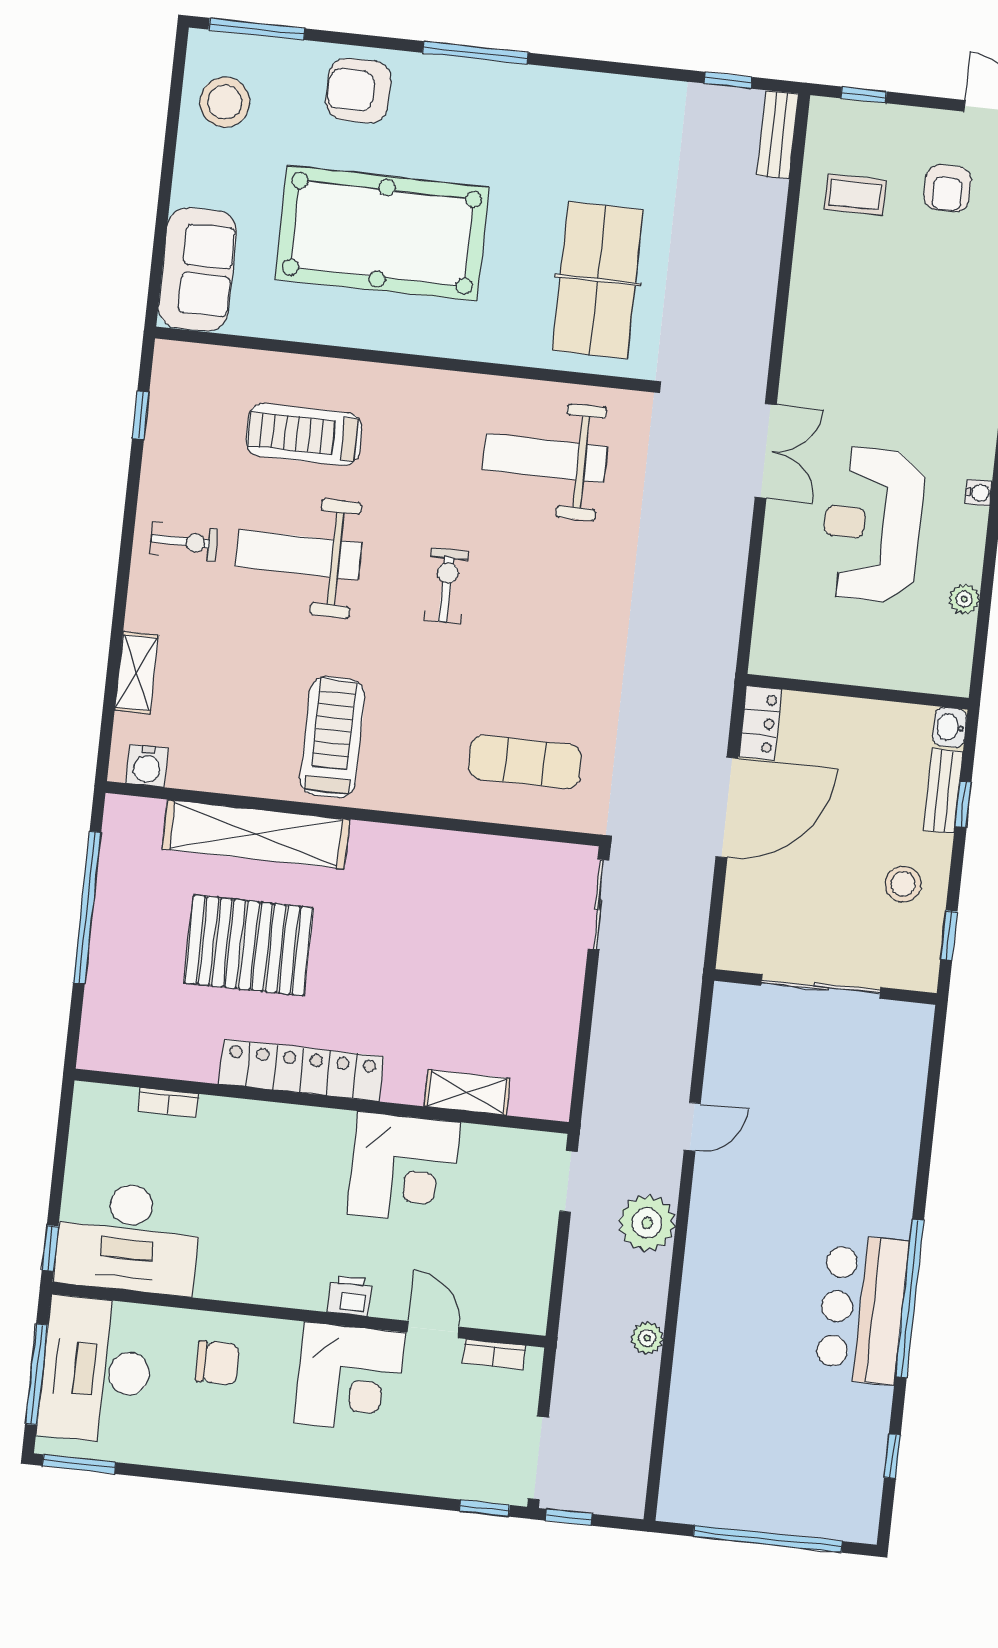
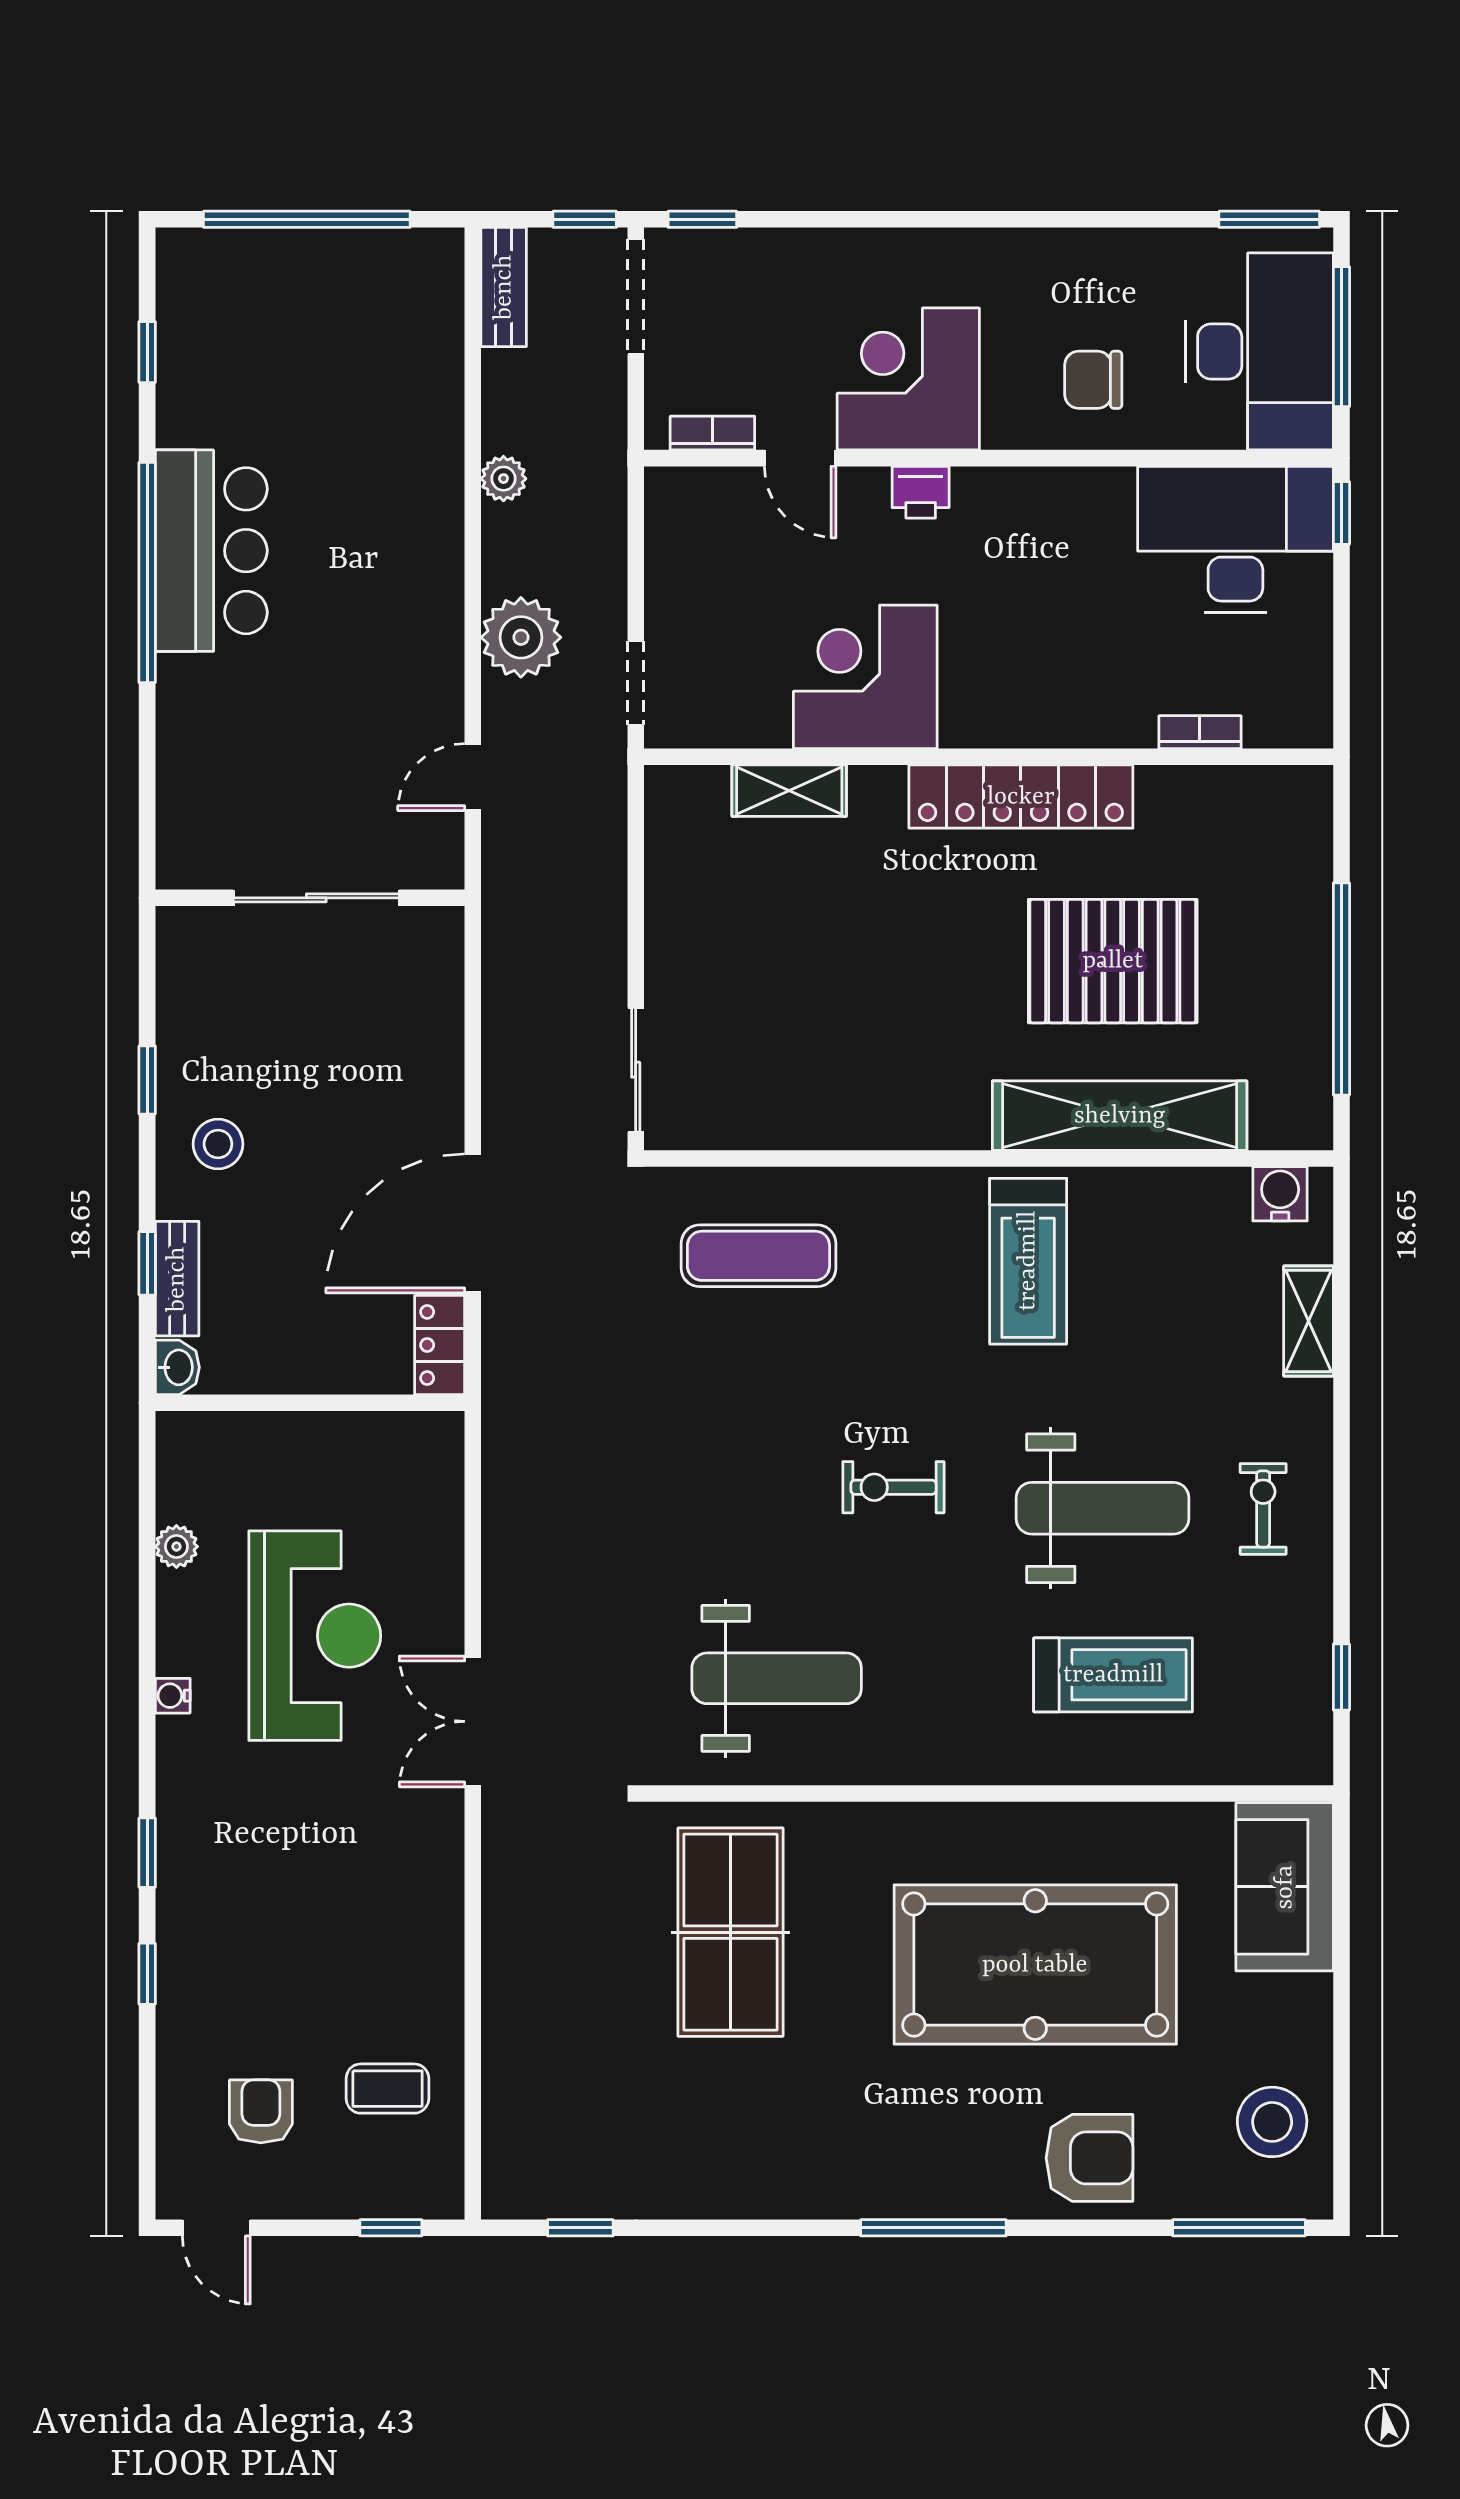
bench: (778, 135) -> (504, 287), moved
exercise bike: (184, 542) -> (1263, 1509), turned 90
exercise bike: (446, 586) -> (893, 1487), turned 90
sliding door: (821, 986) -> (316, 898), moved
wall: (825, 987) -> (310, 898), moved

